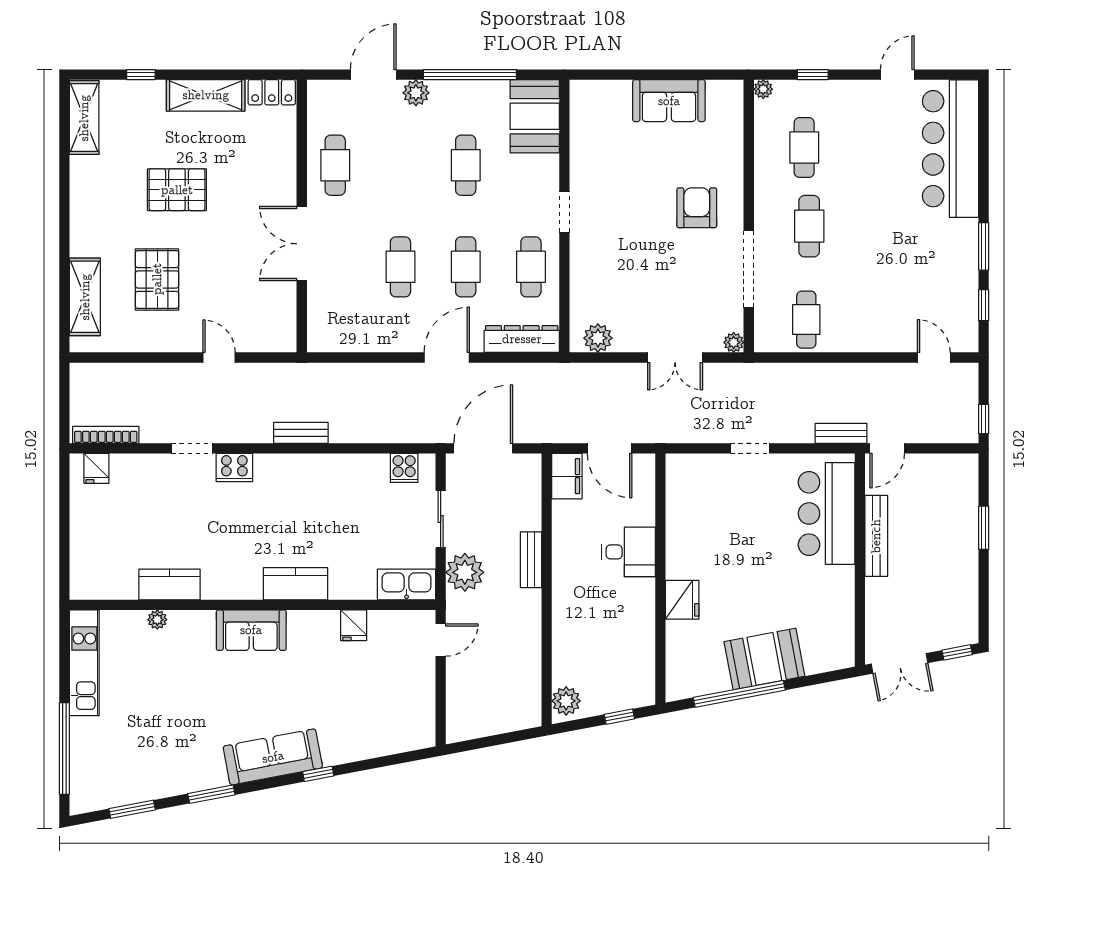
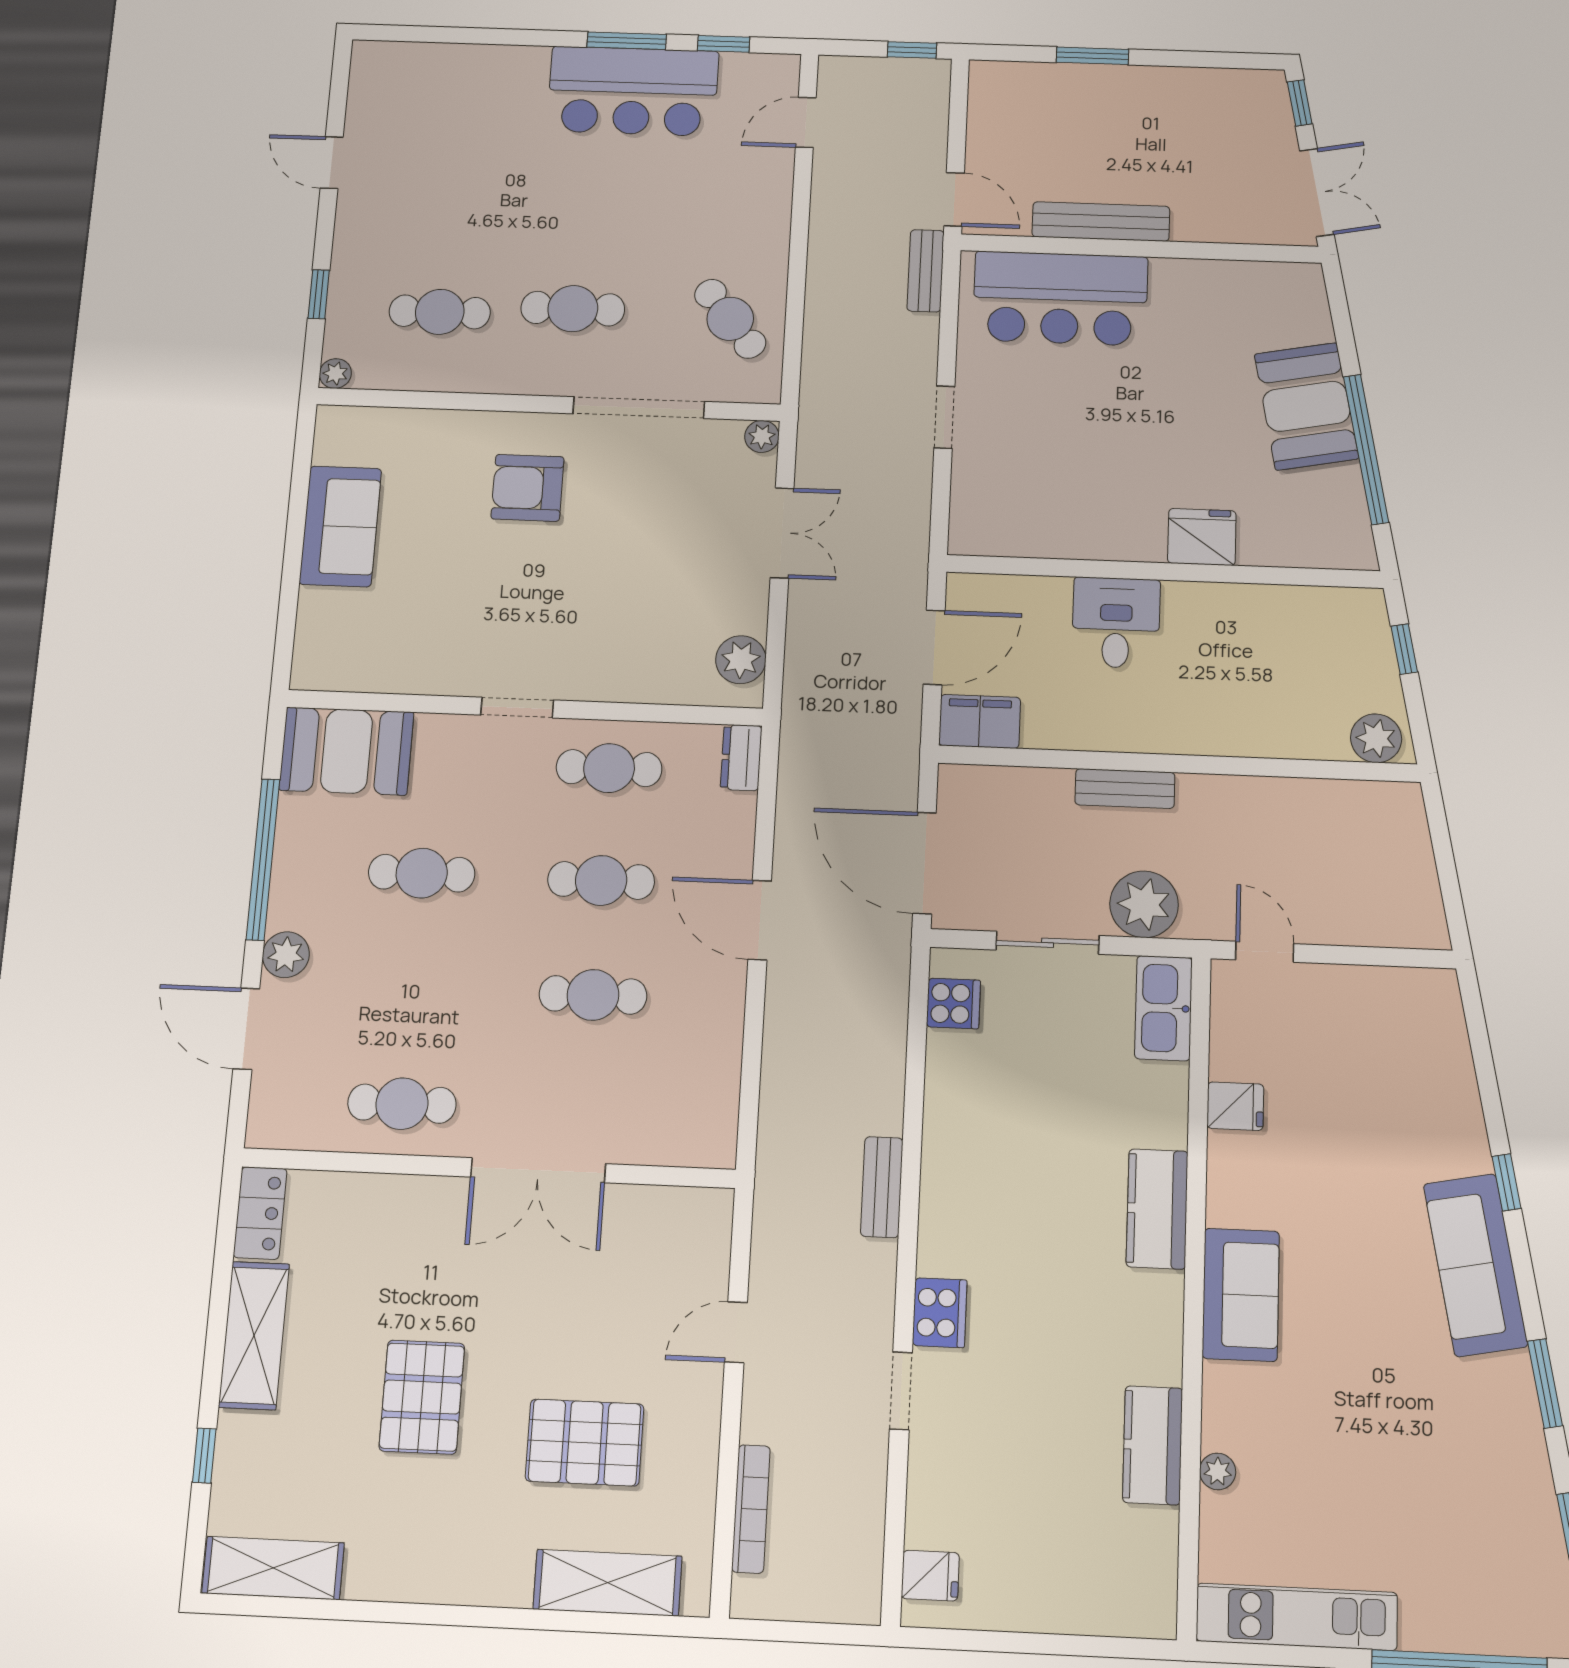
bar counter: (950, 149) -> (633, 91), moved, width x0.73
cafe table: (806, 320) -> (730, 319), turned 51
dresser: (522, 339) -> (741, 758), width x0.51, depth x0.80
bookcase: (106, 435) -> (751, 1509), moved, turned 180

